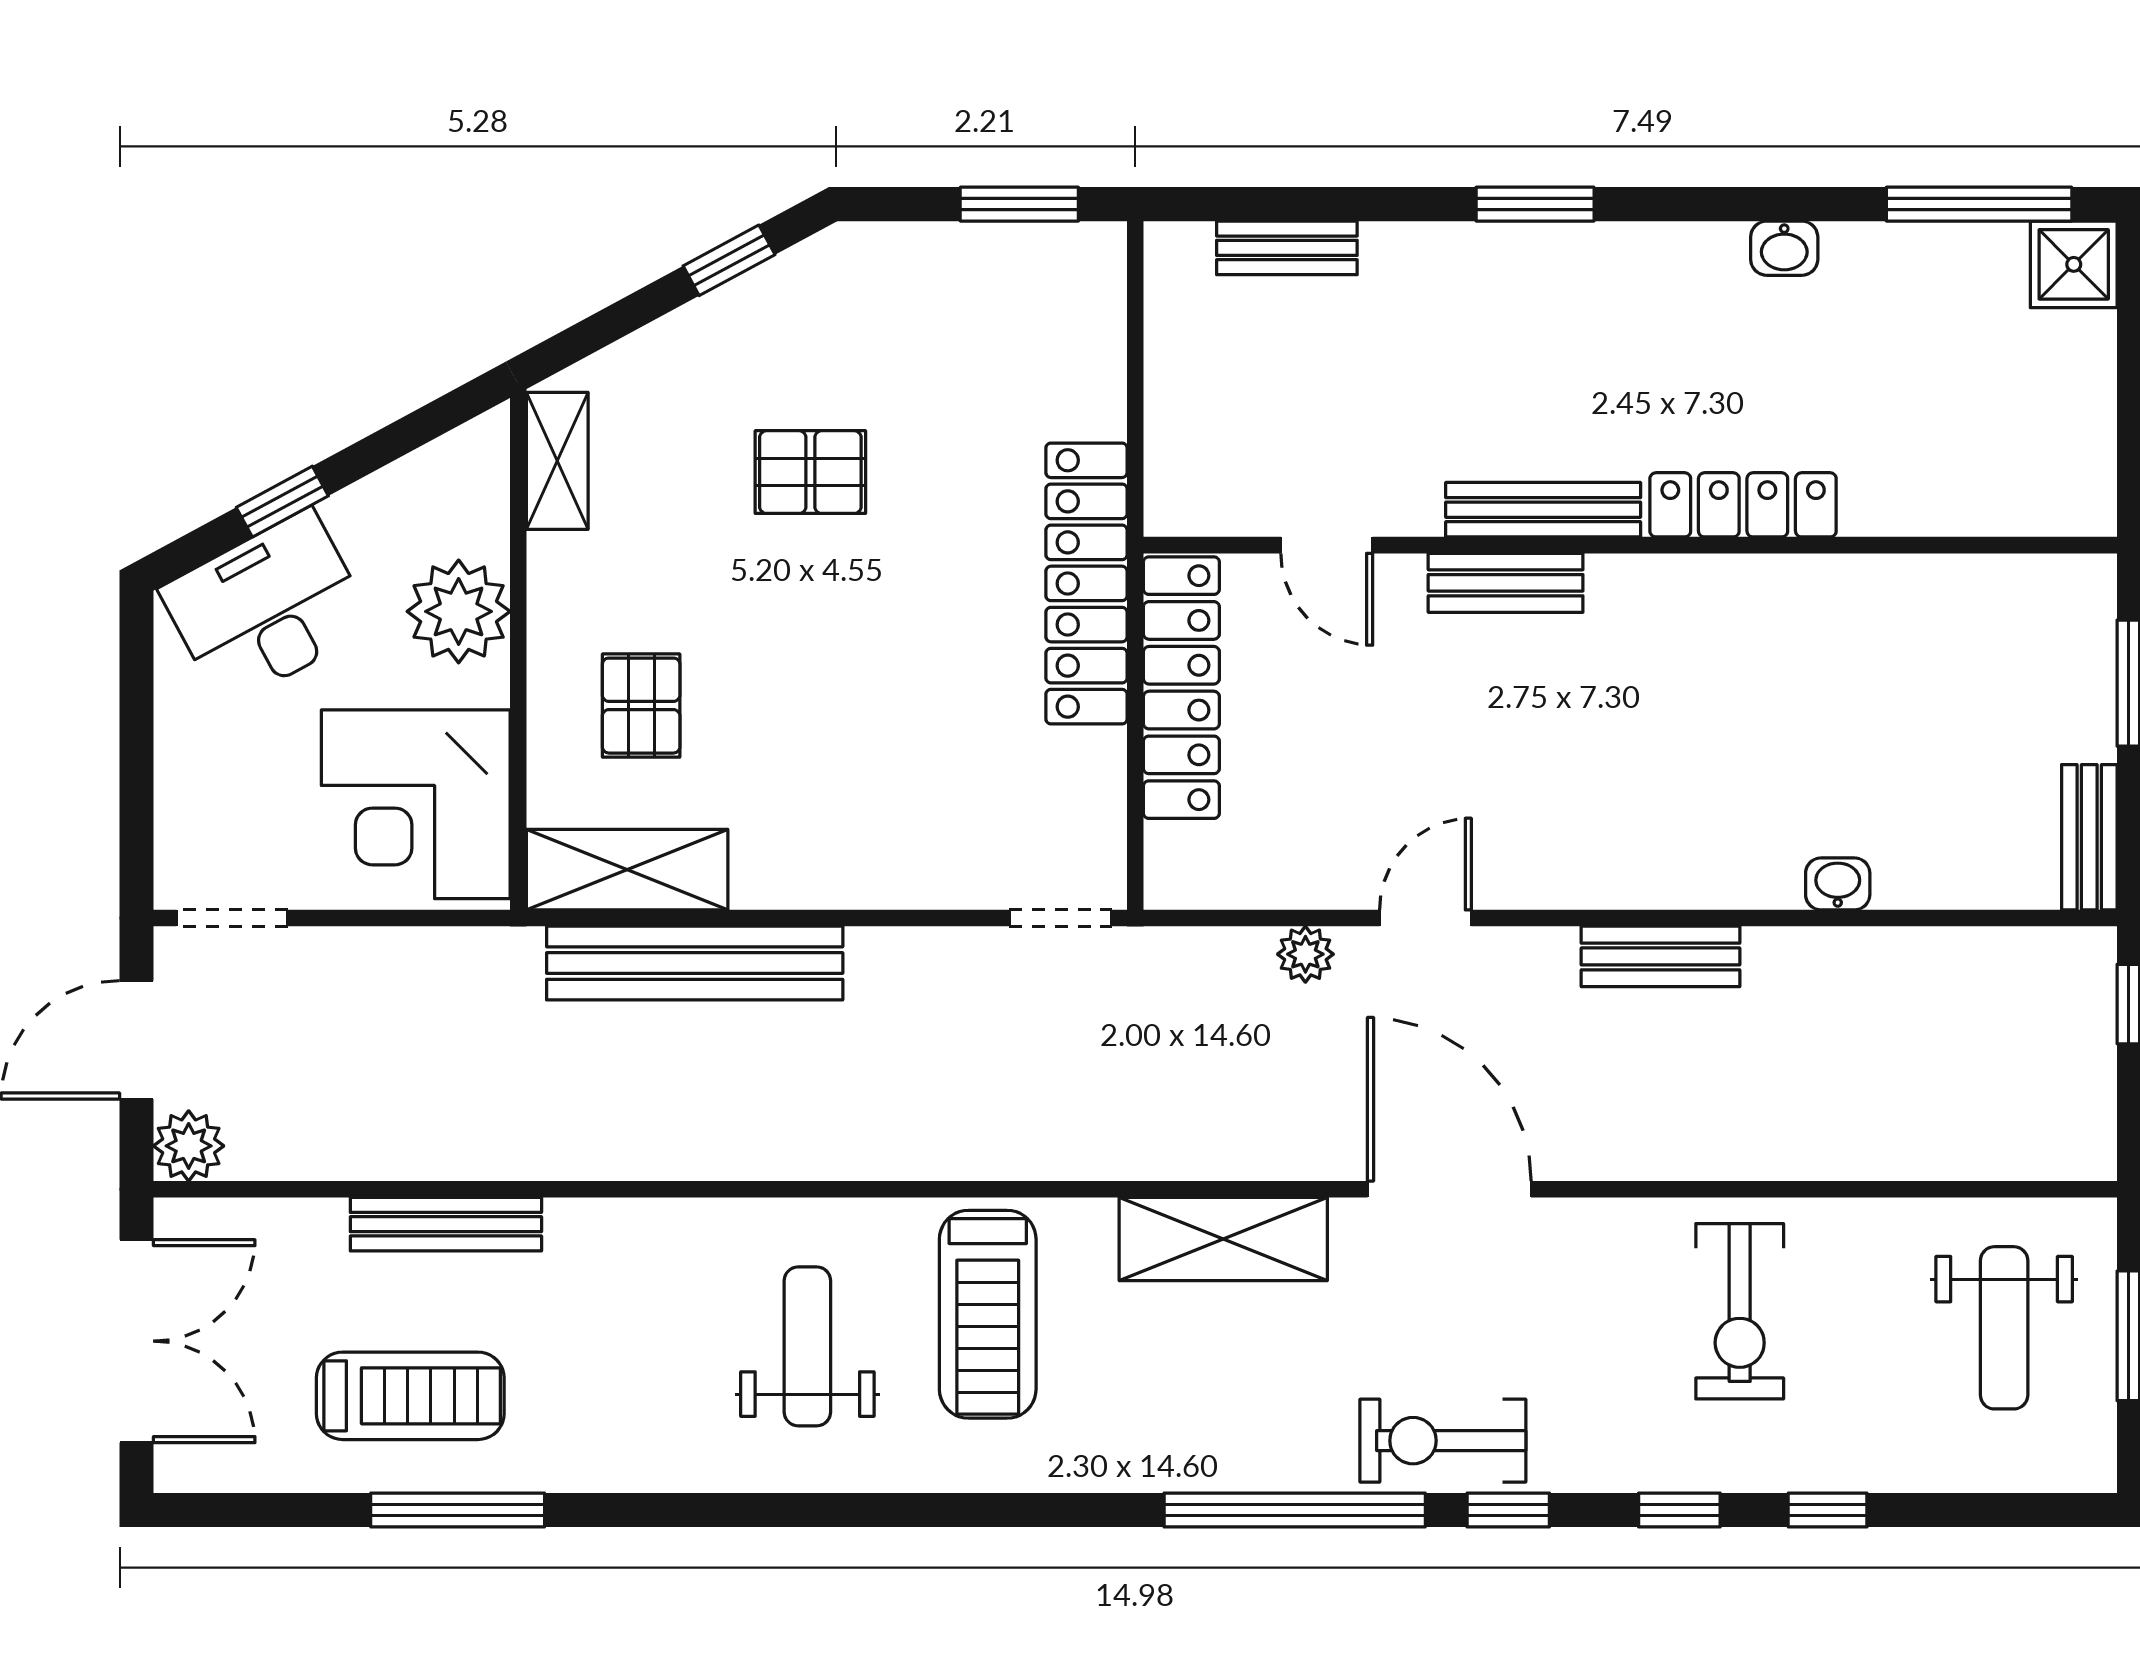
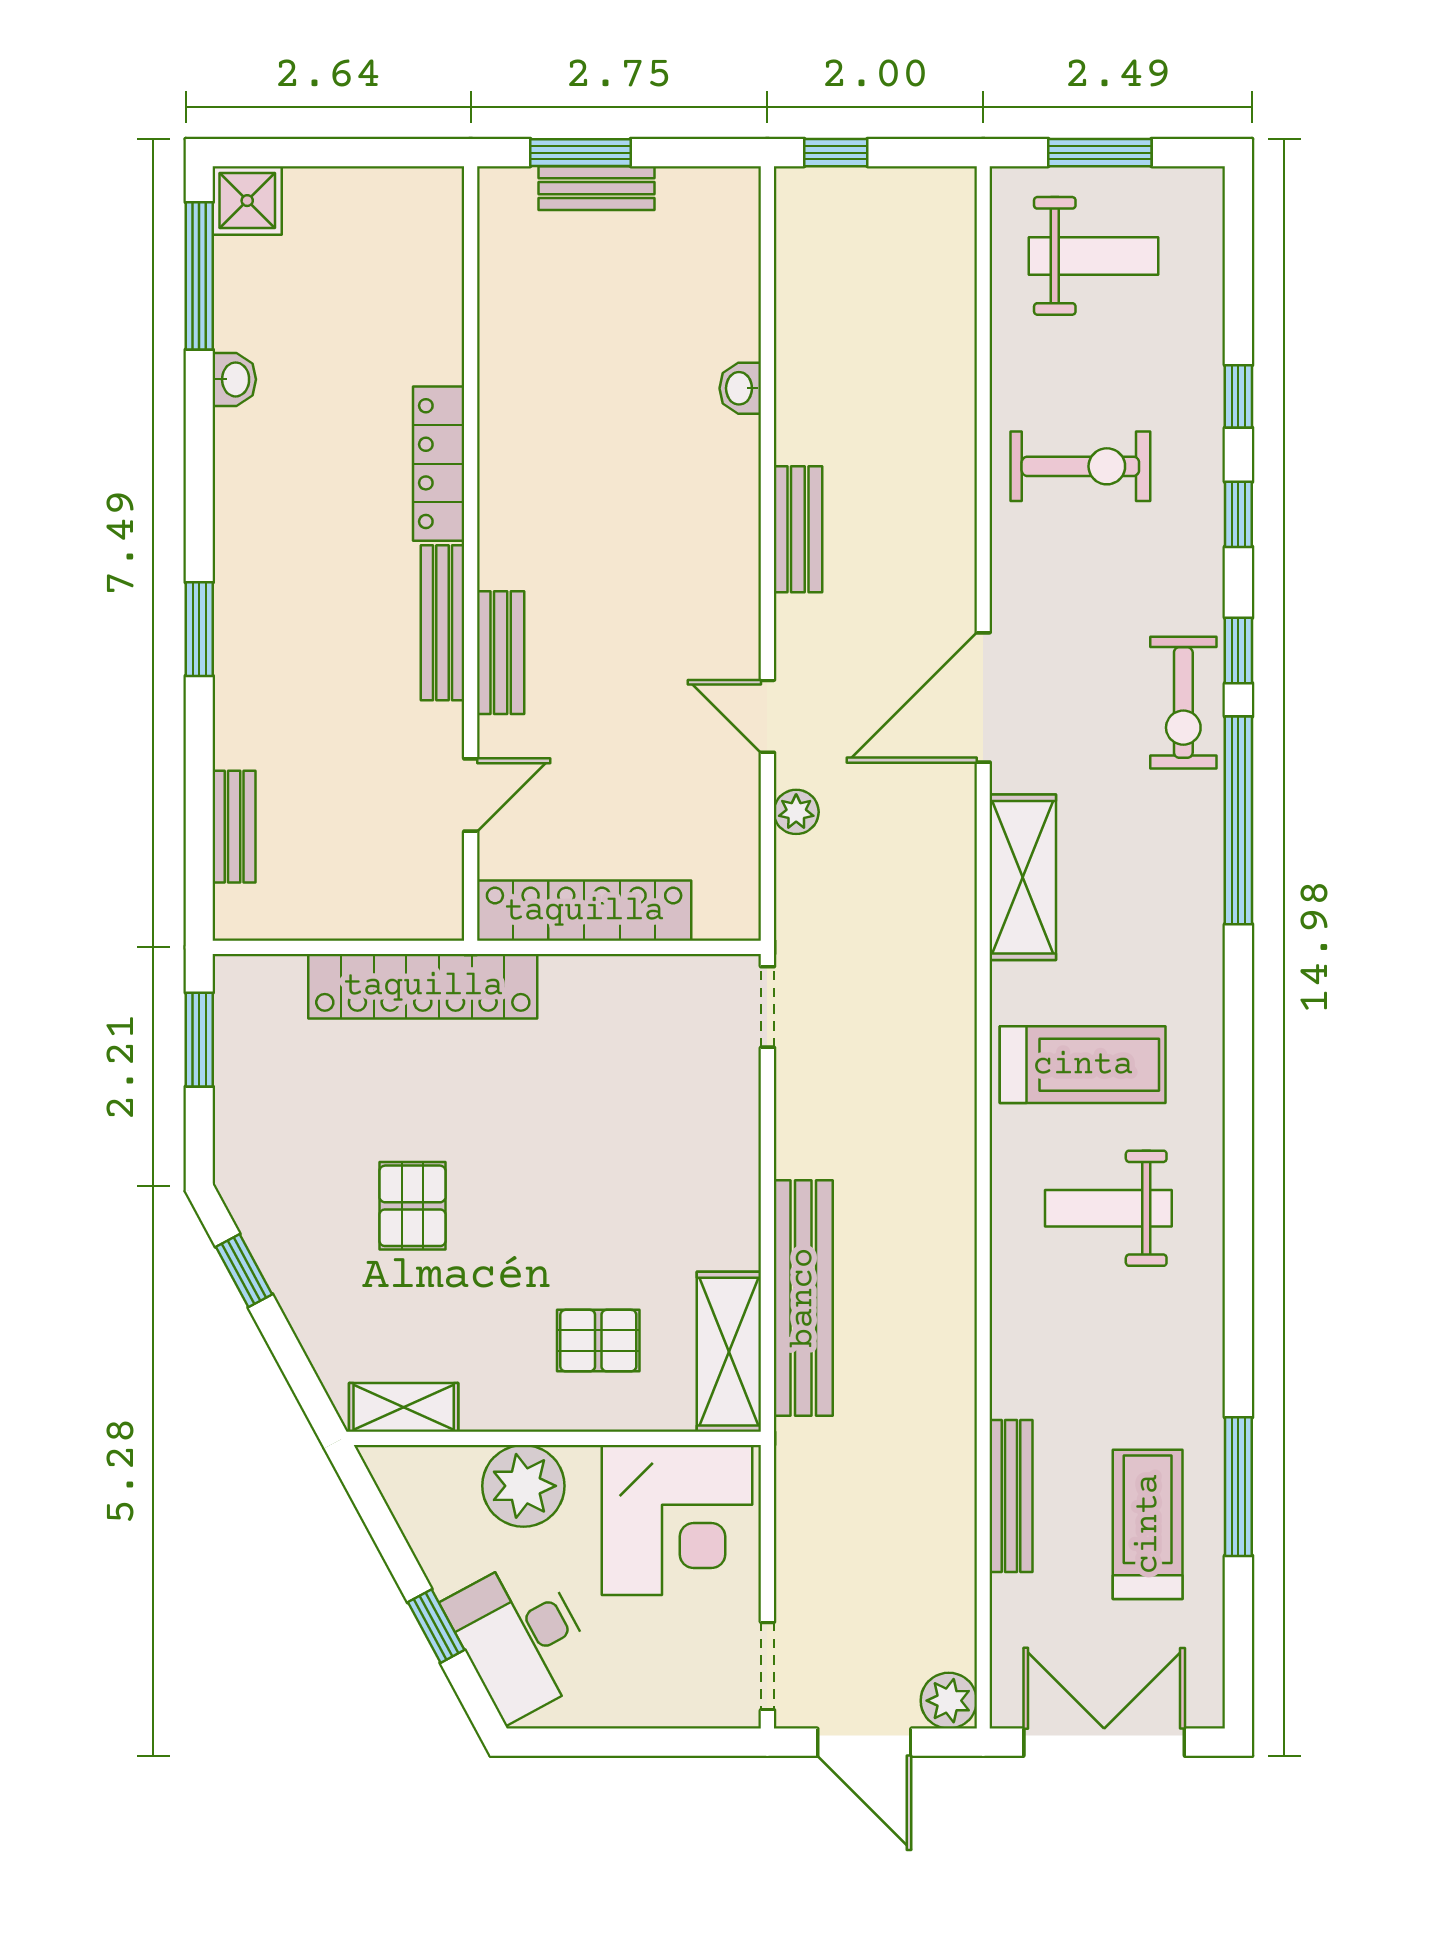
washbasin: (1784, 248) -> (234, 379), moved
locker: (1086, 583) -> (423, 986), moved
bench: (2089, 837) -> (596, 188), moved

